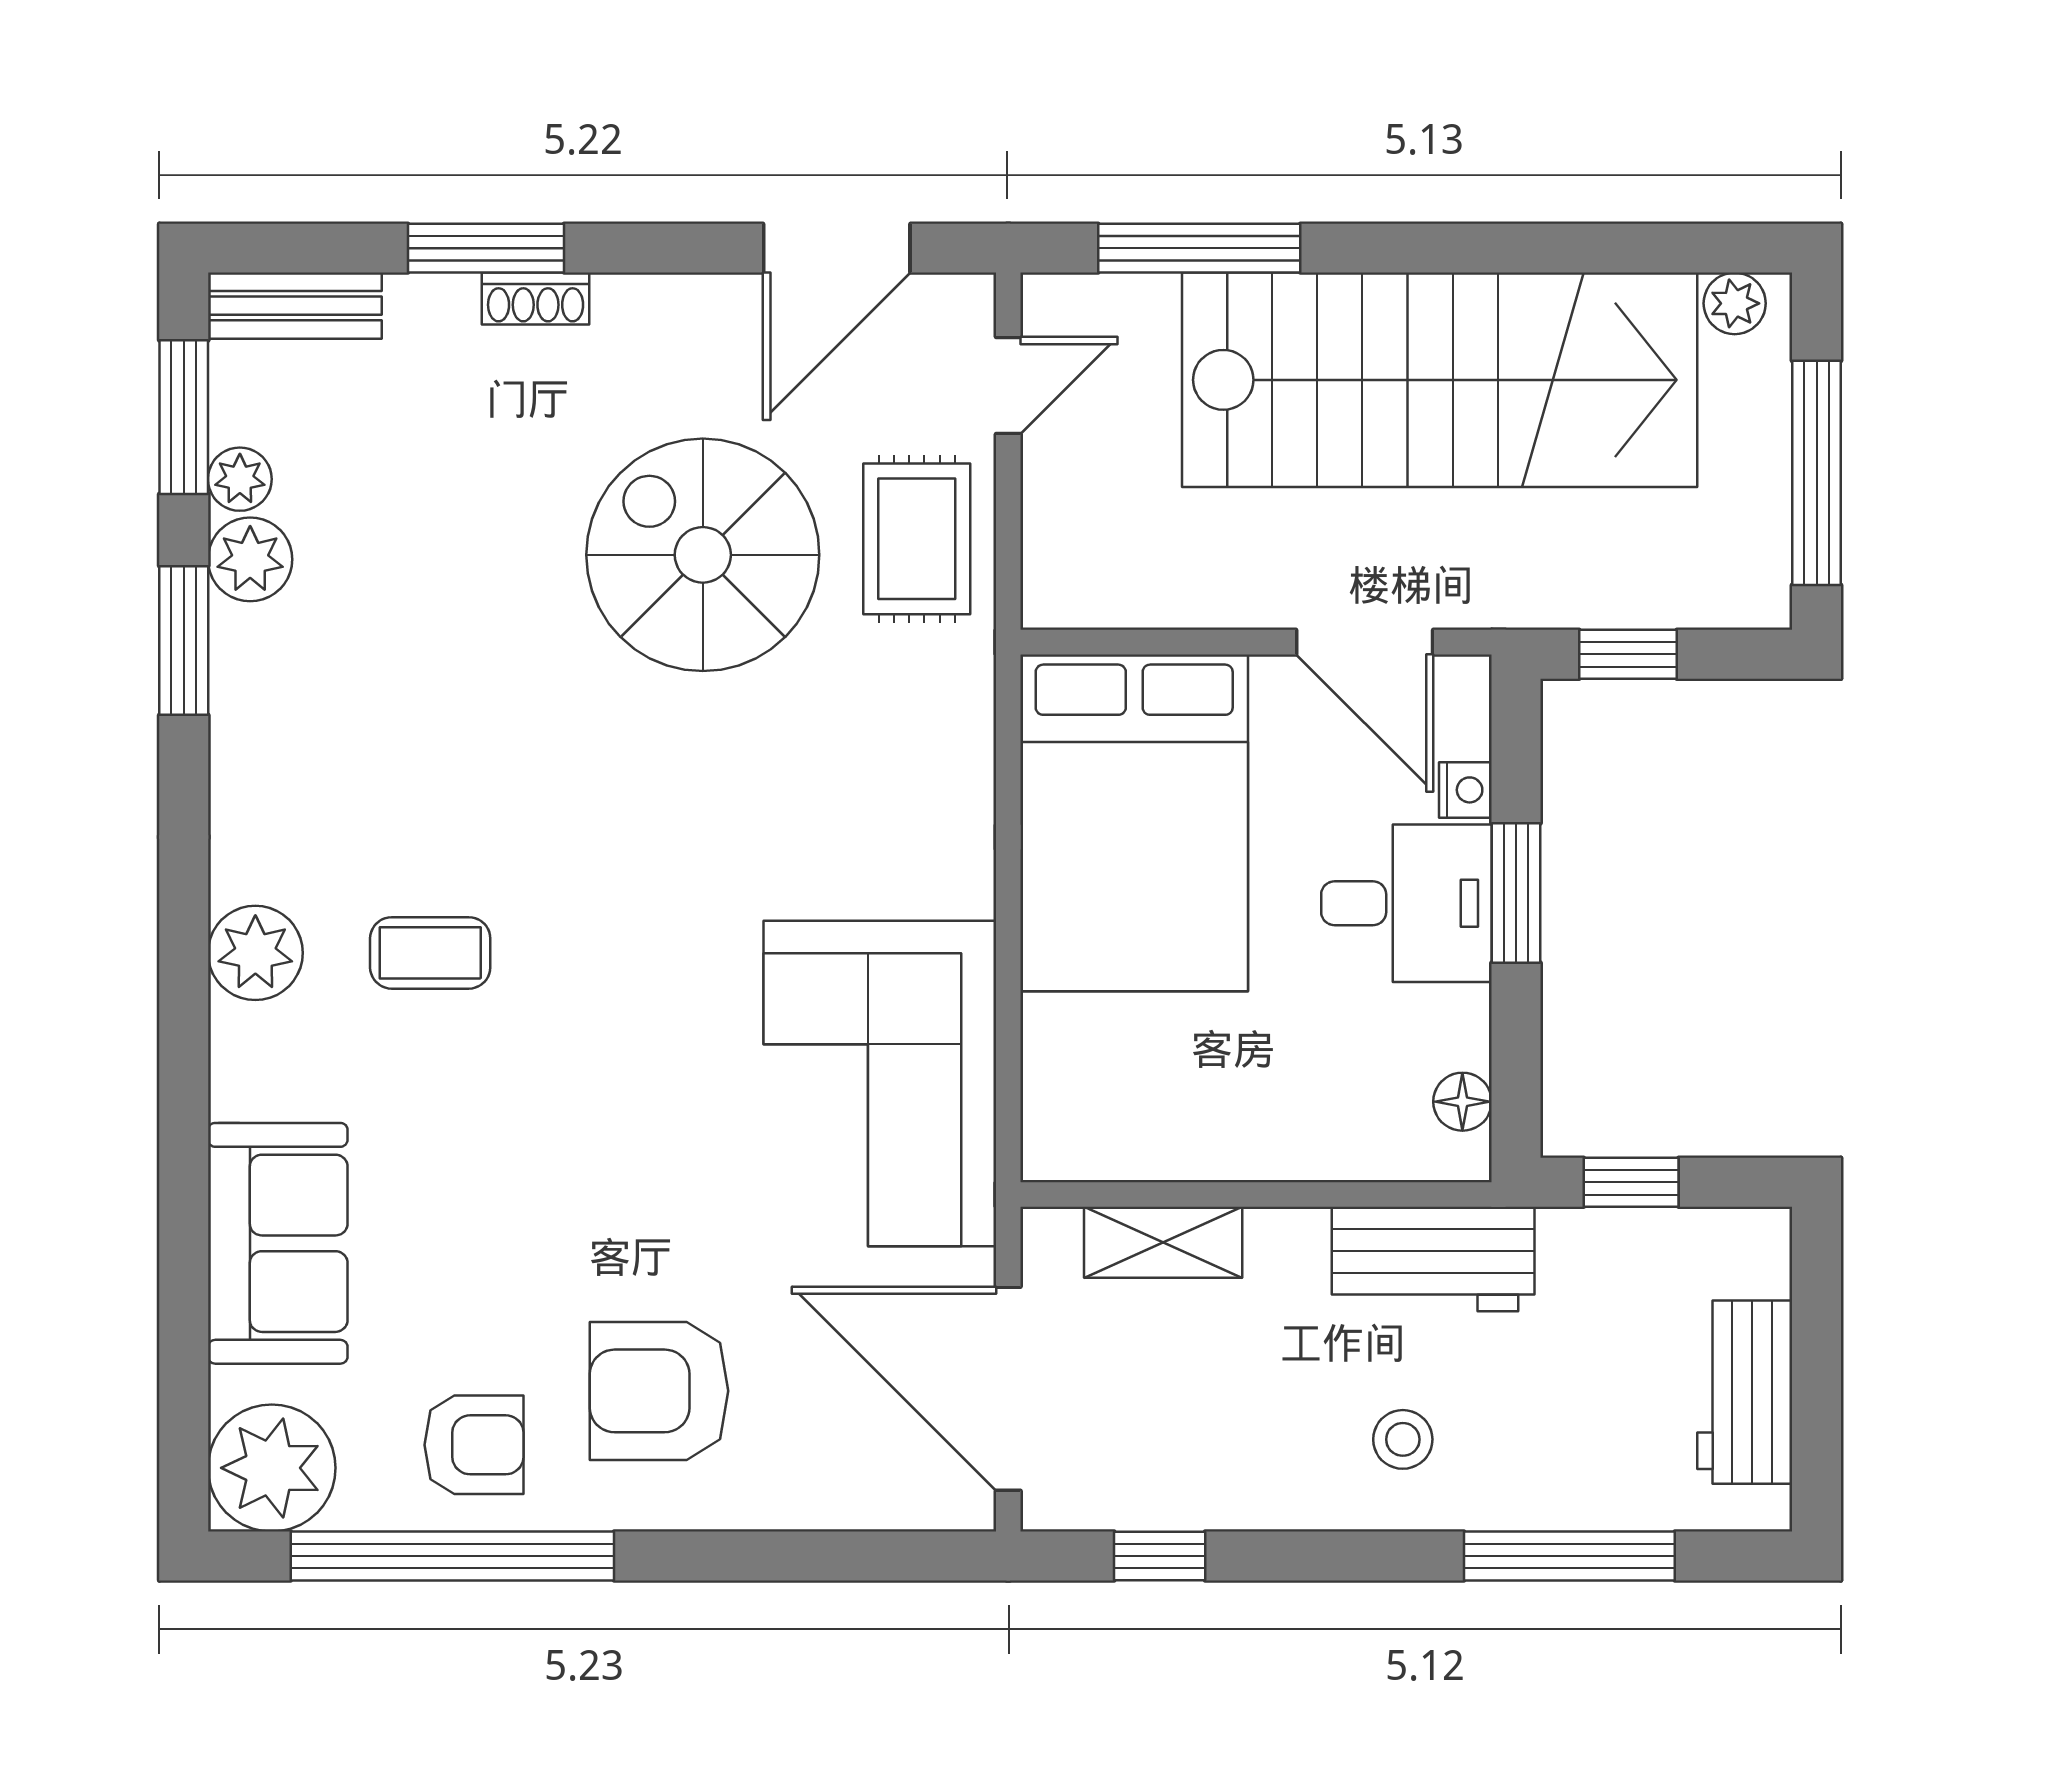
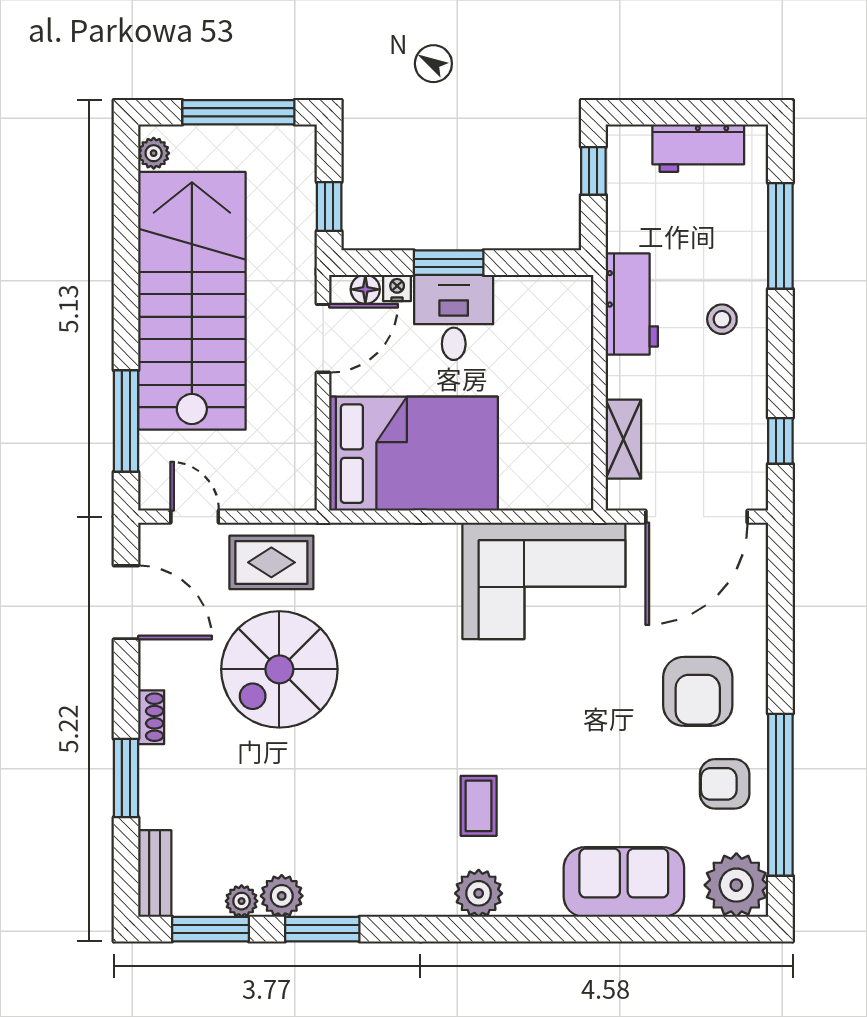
shoe rack: (536, 299) -> (151, 717), moved
floor lamp: (1462, 1102) -> (365, 289), moved
window: (1631, 1182) -> (593, 171), moved
armchair: (474, 1445) -> (725, 784), turned -90

